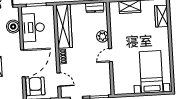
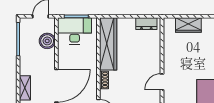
desk: (33, 28) -> (75, 31), moved, turned 90
plant: (103, 36) -> (154, 59), removed

